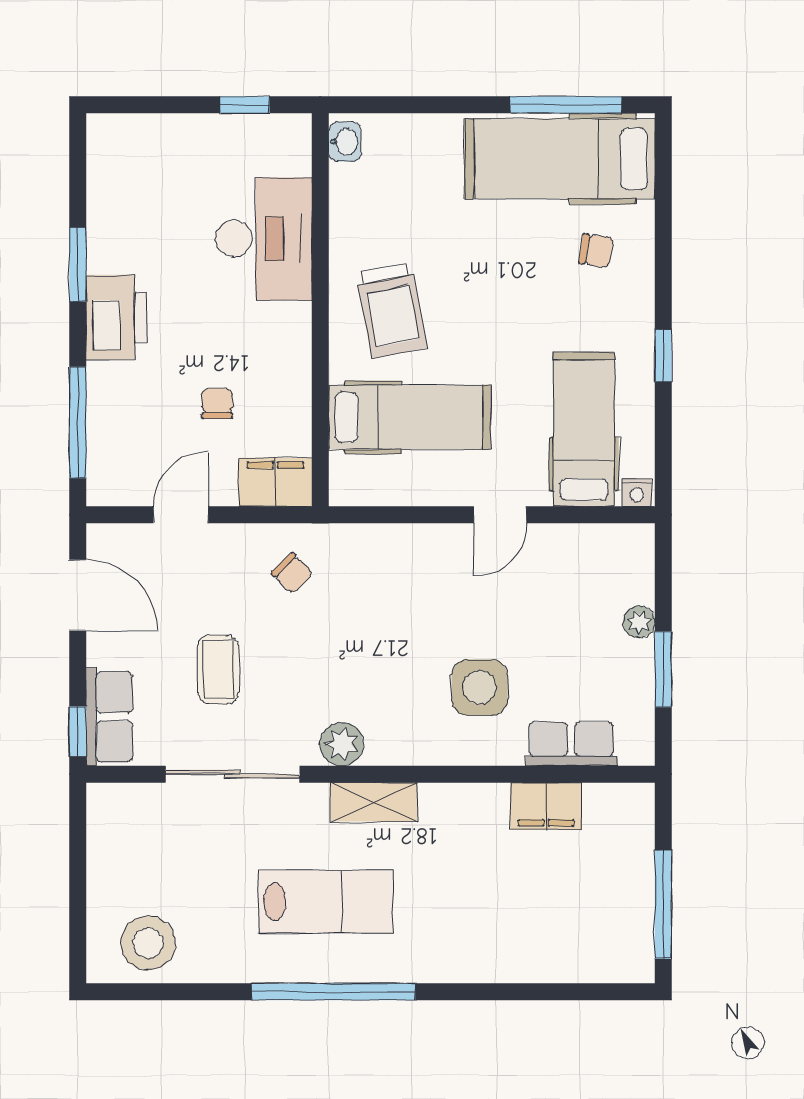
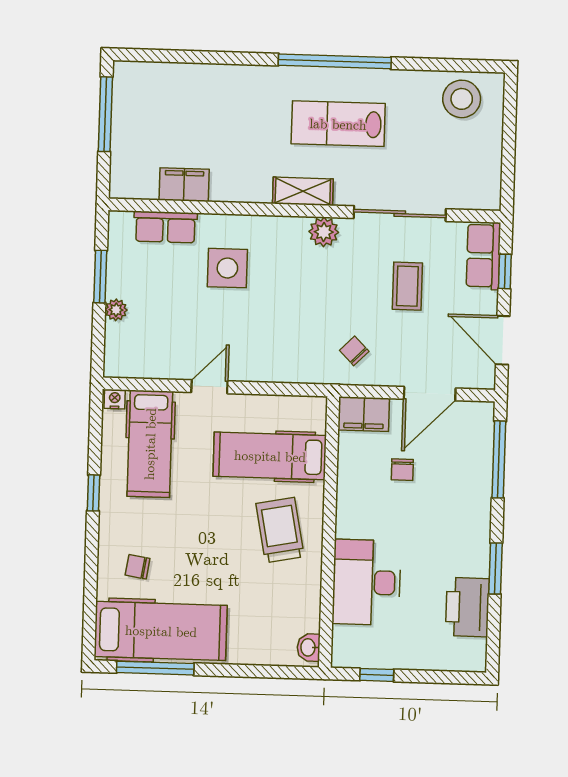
printer: (116, 317) -> (467, 607), moved
door: (181, 515) -> (430, 394), width x1.38
window: (78, 732) -> (505, 271), moved

